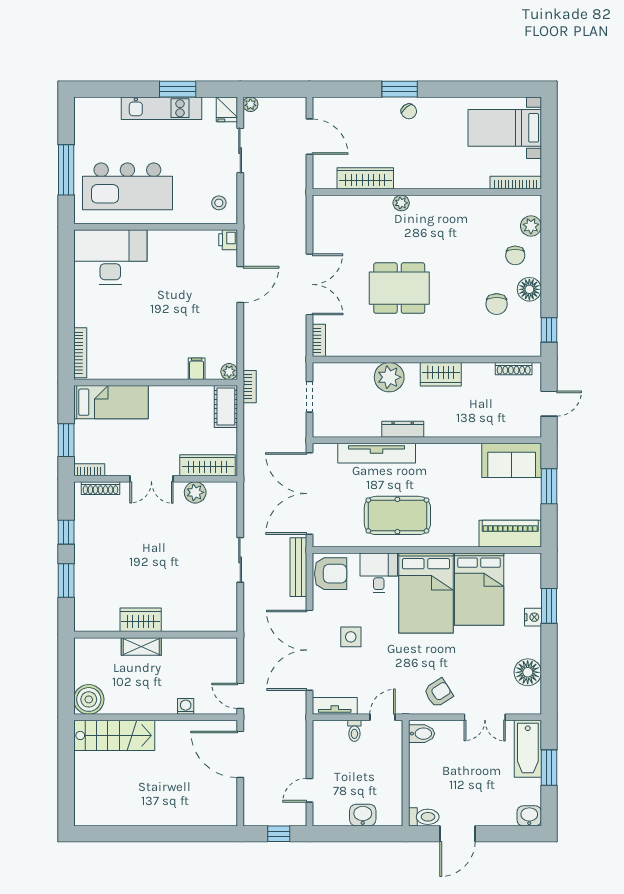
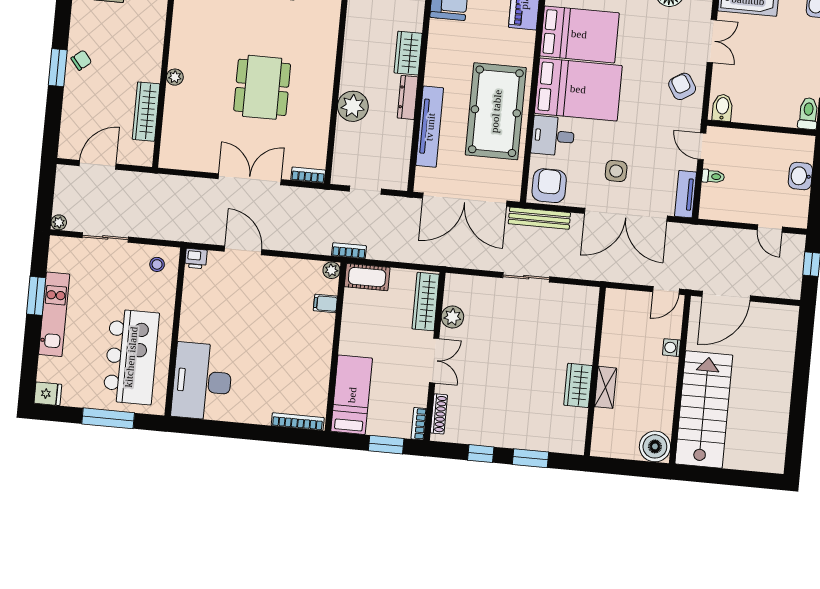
fridge: (227, 109) -> (48, 394), moved
wardrobe: (441, 374) -> (408, 53), moved, turned 180
pool table: (397, 515) -> (496, 111), width x1.36, depth x1.32
stairs: (114, 735) -> (704, 409), width x1.36, depth x1.51

